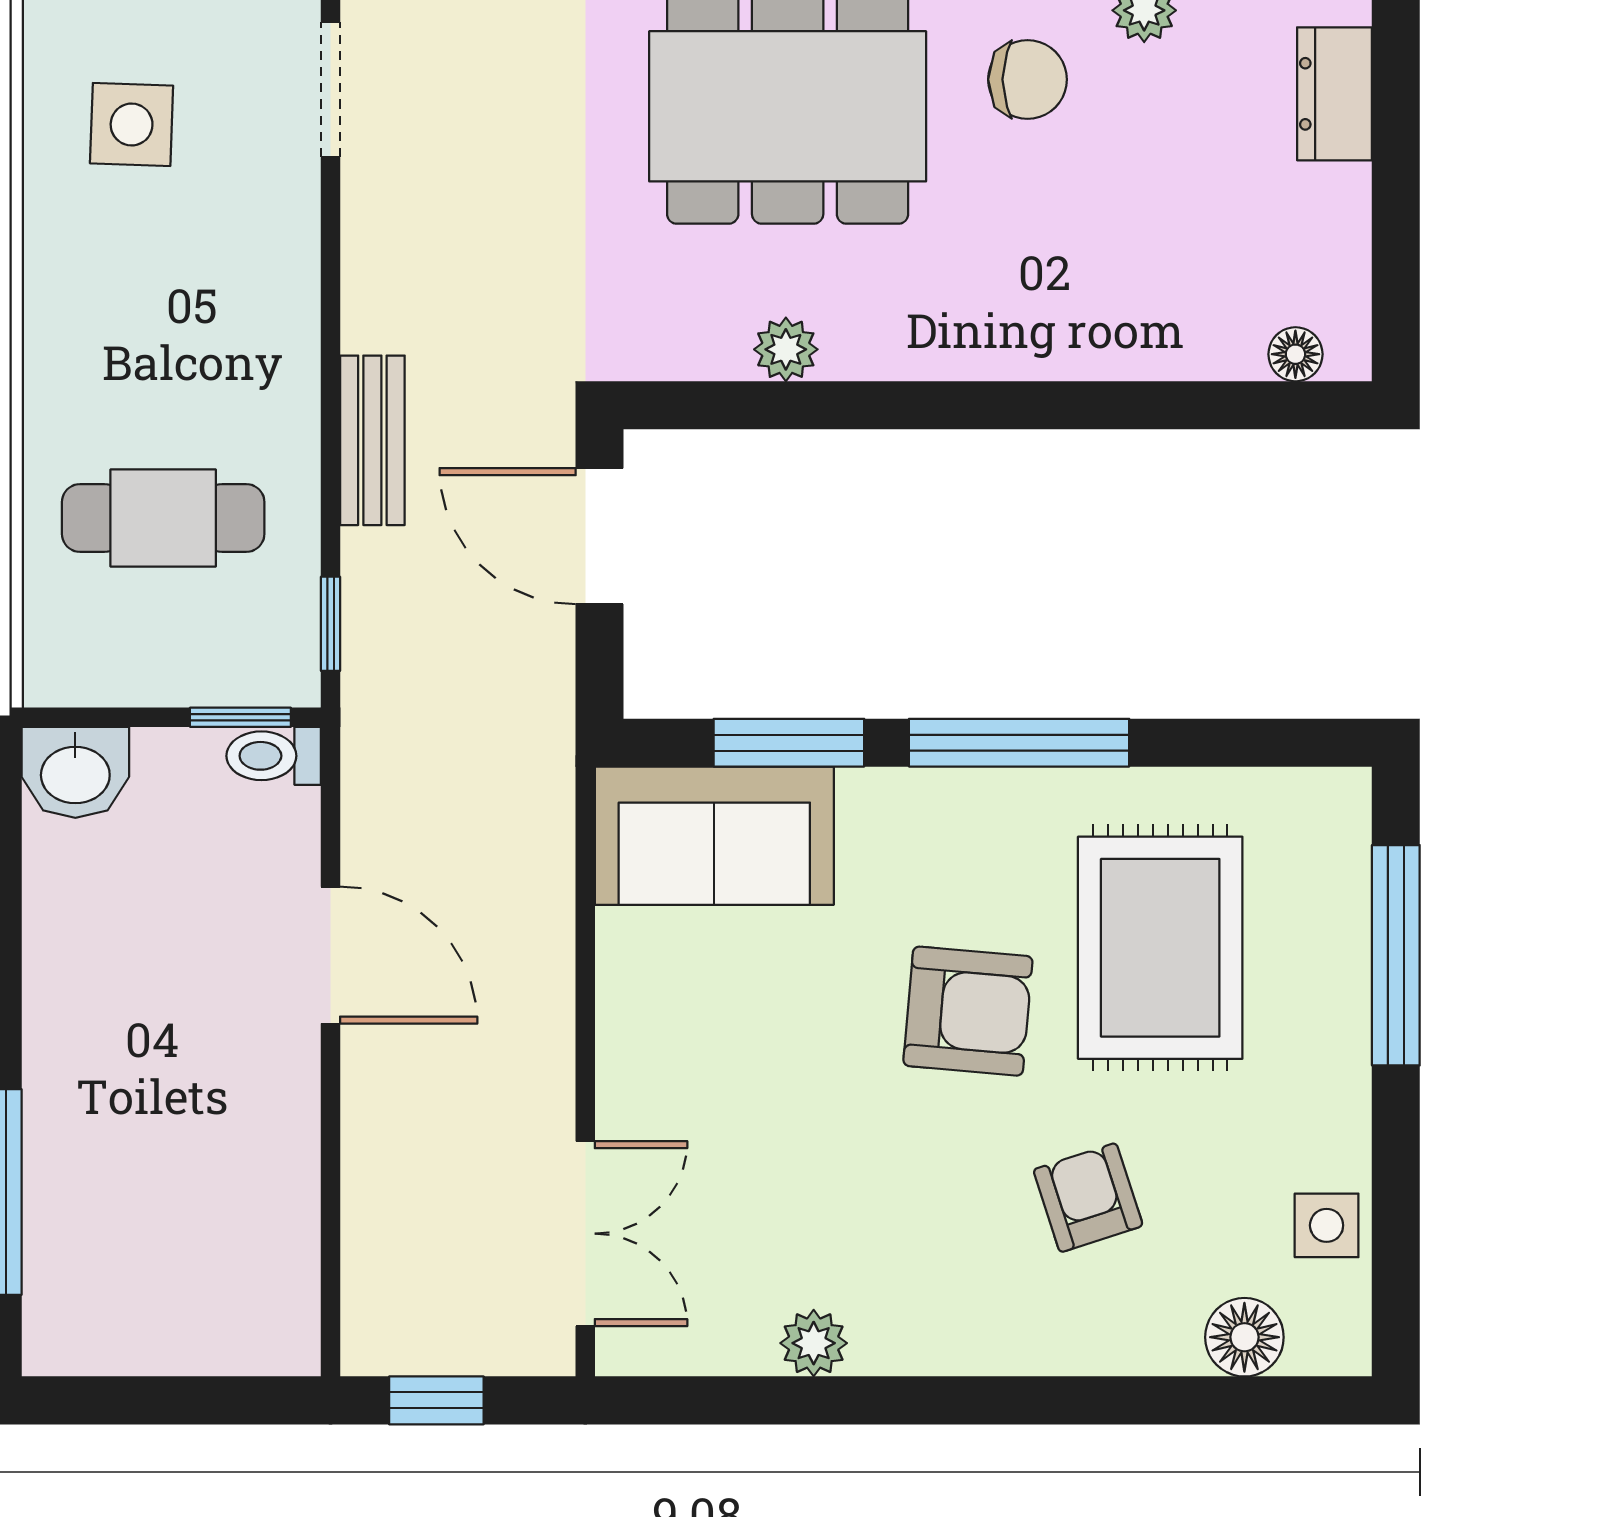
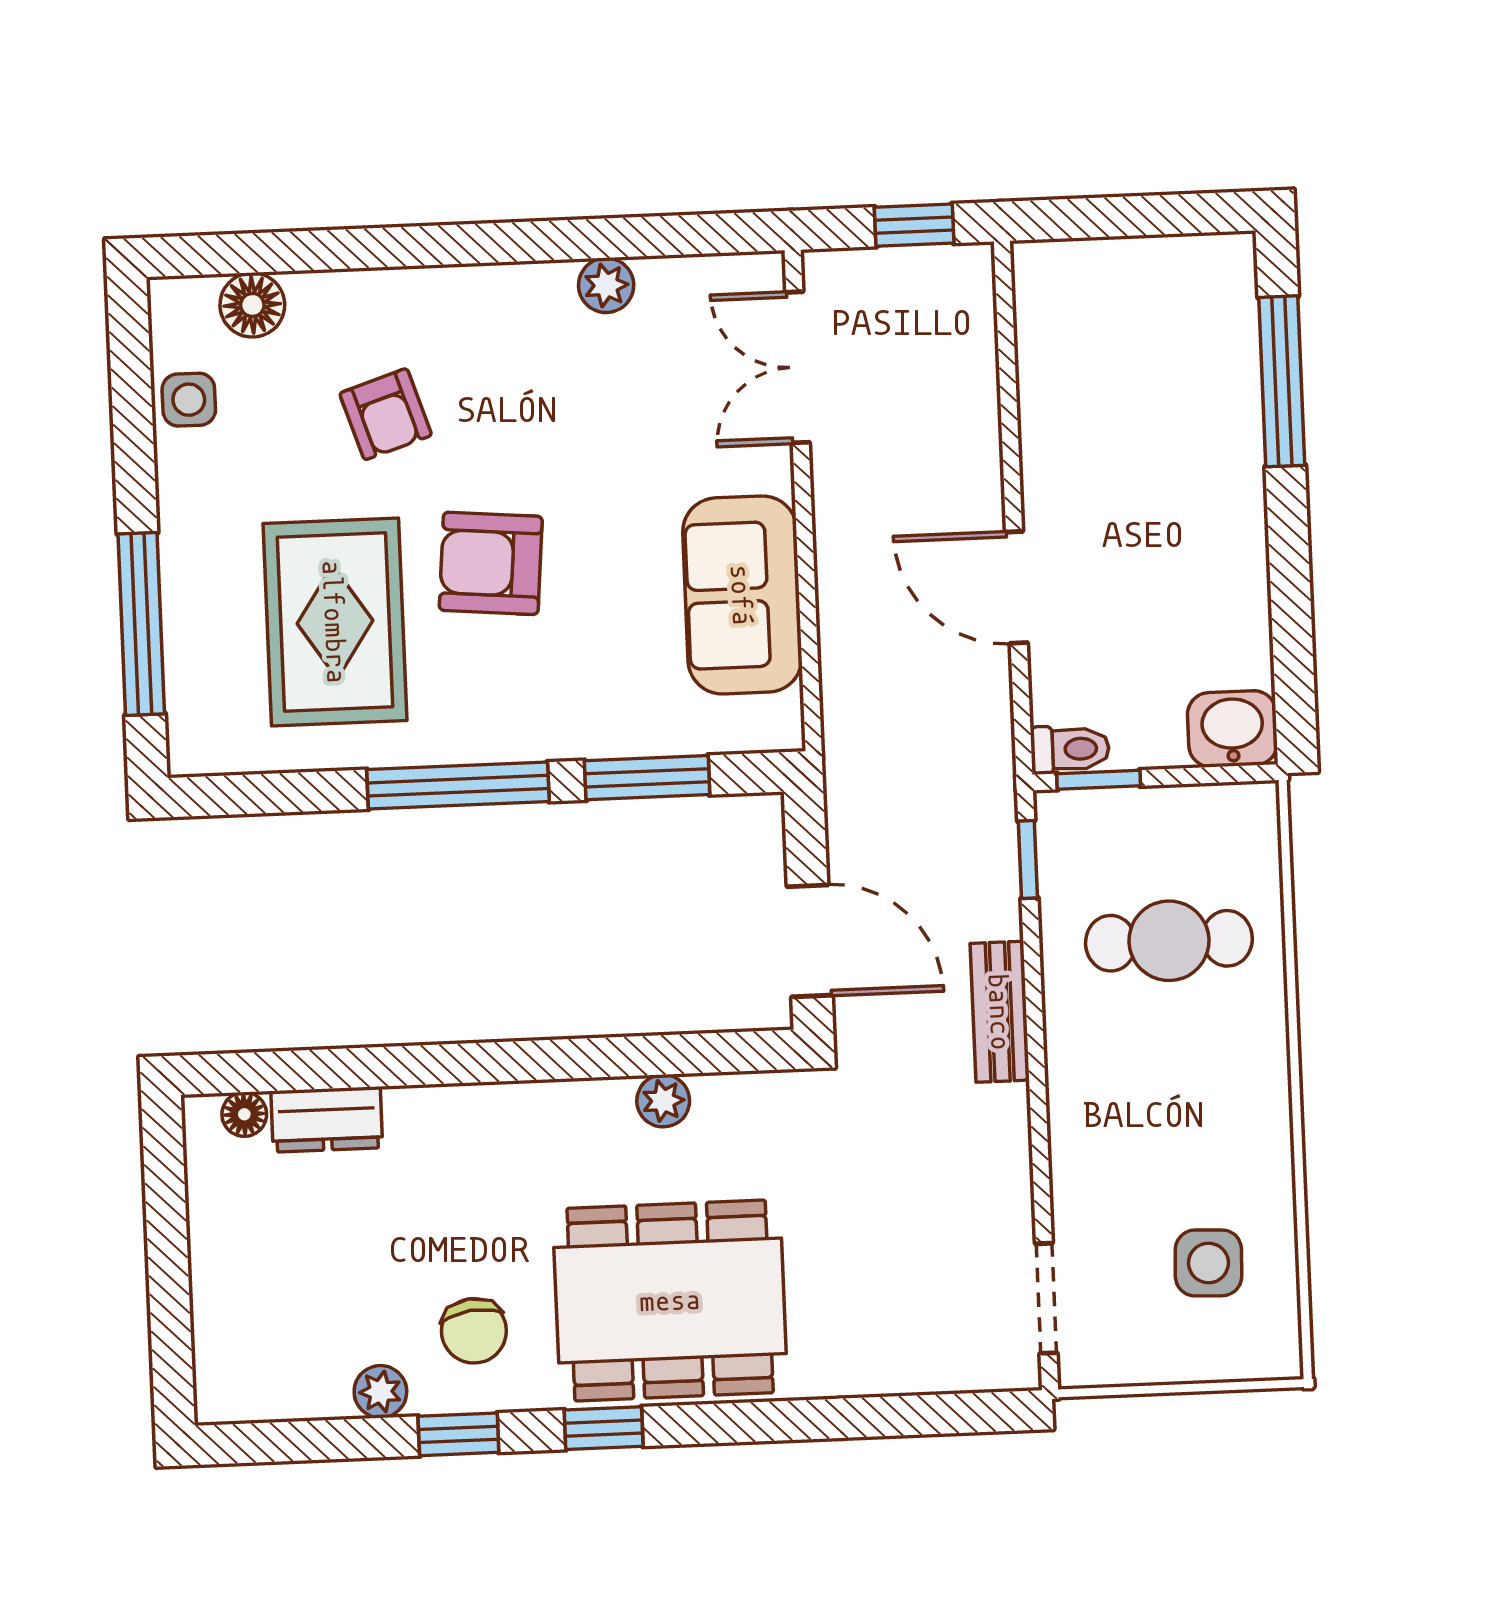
chair: (1028, 79) -> (474, 1331), turned -97
dresser: (1334, 94) -> (327, 1119), moved, turned 90
sofa: (714, 836) -> (742, 595), moved, turned -90

